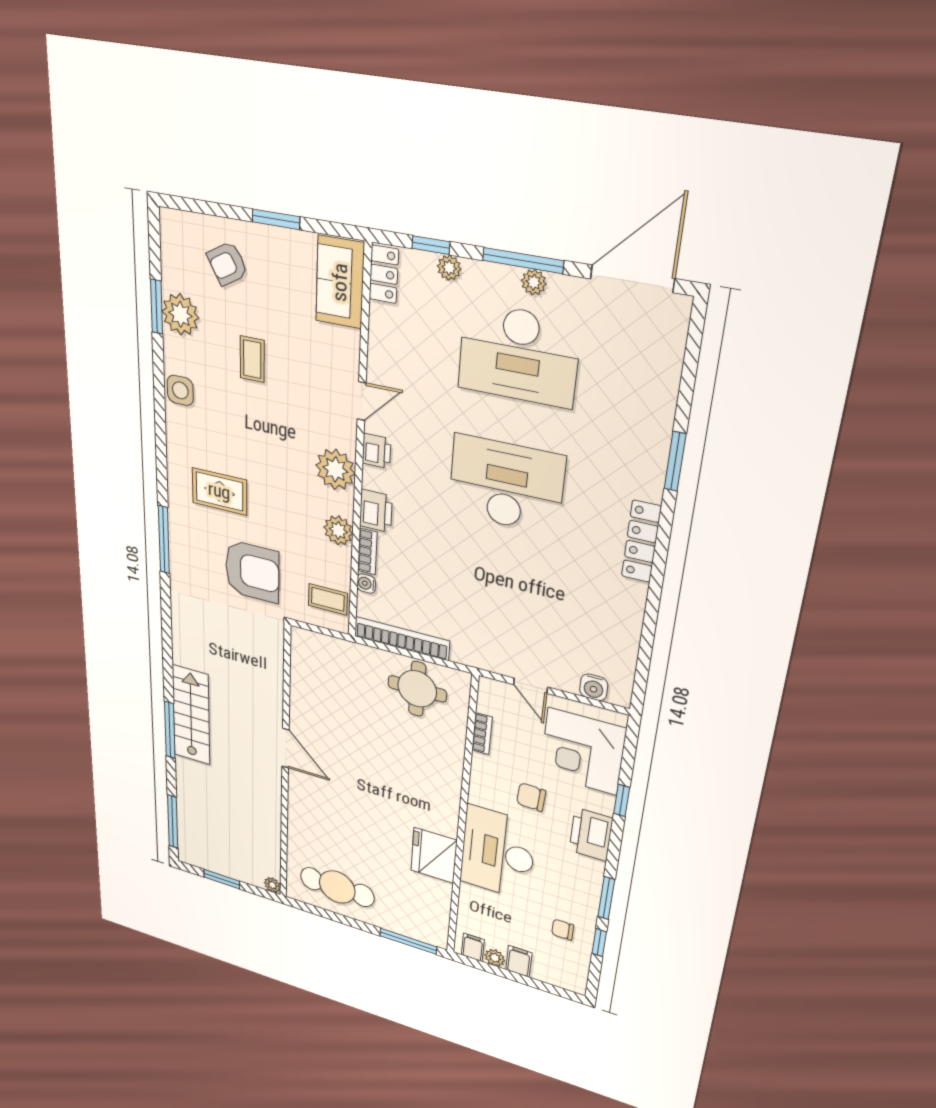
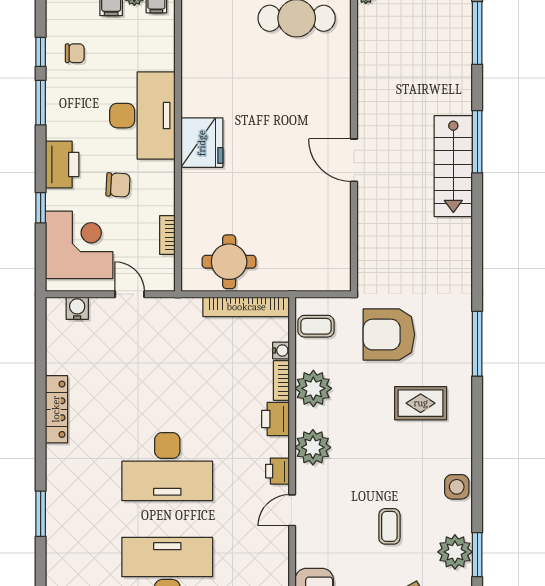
plant: (338, 530) -> (313, 388), width x1.36, depth x1.36
locker: (641, 542) -> (56, 409), moved
fridge: (434, 855) -> (202, 143), moved

